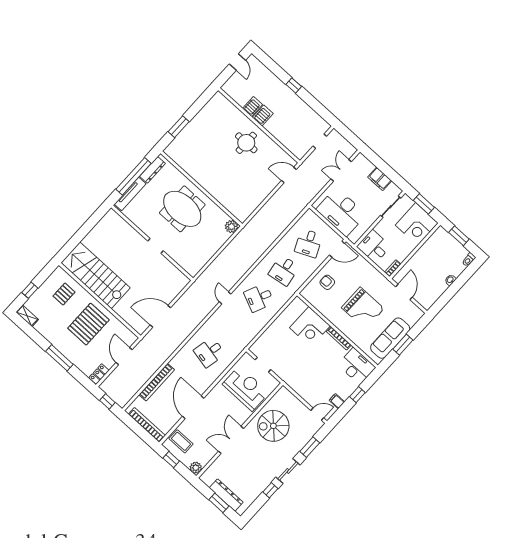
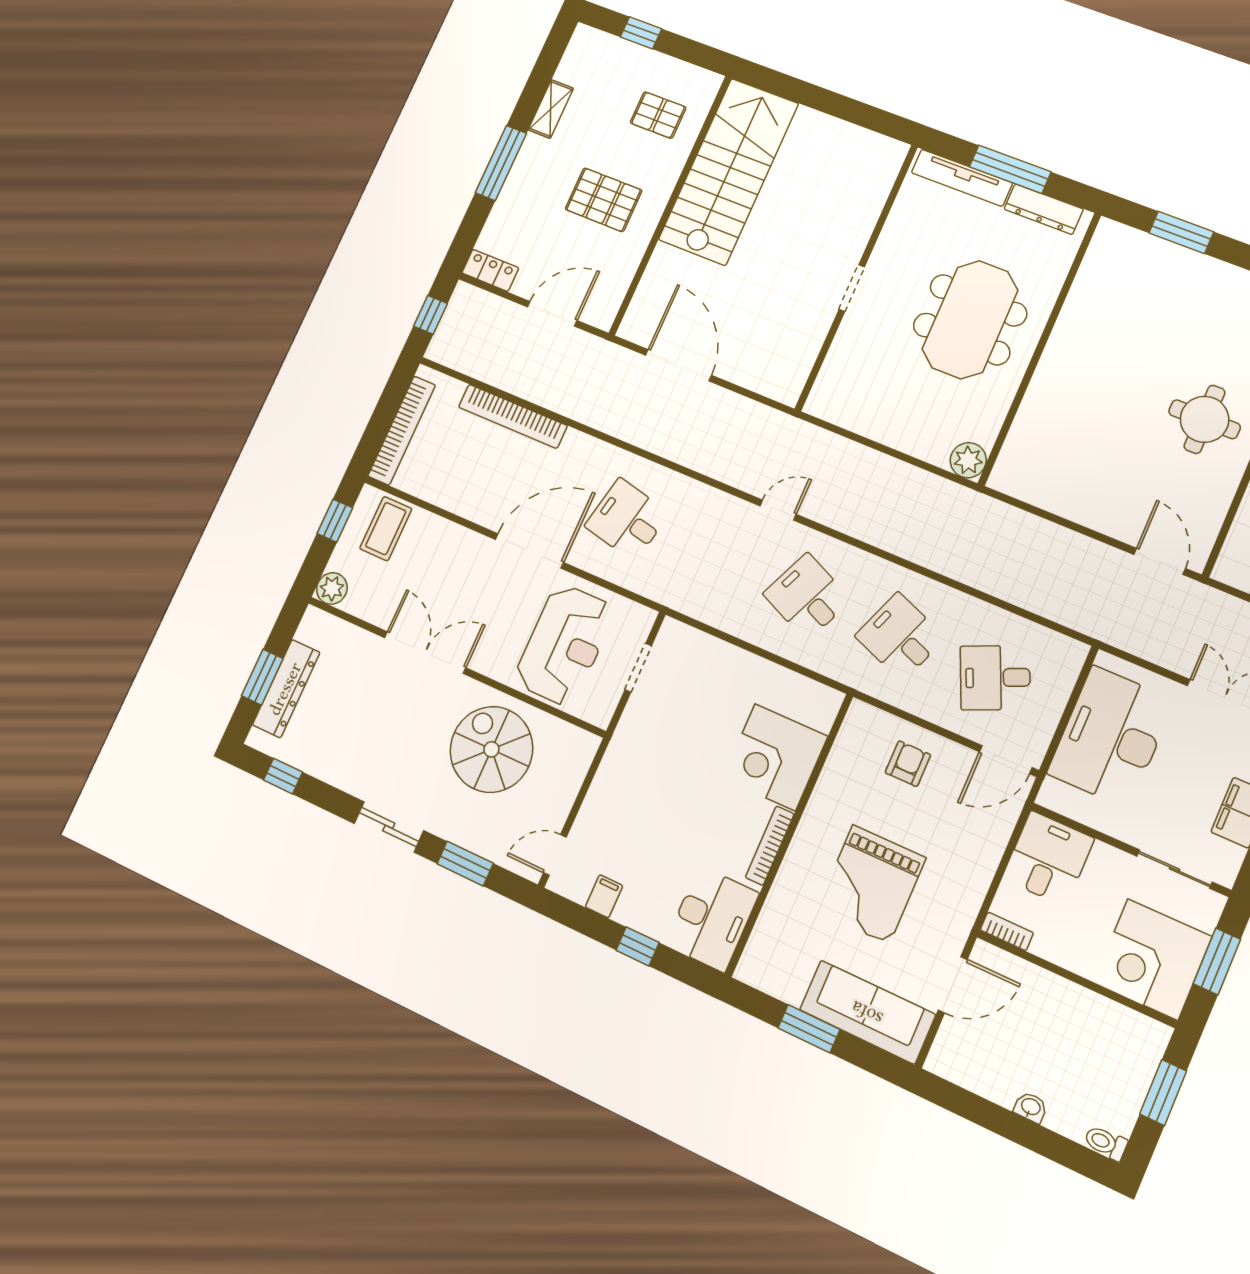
window: (133, 176) -> (1010, 169), width x0.68
door: (337, 249) -> (1006, 760), hinge flipped
desk: (284, 270) -> (900, 637), turned 30
shelving: (27, 316) -> (551, 109), moved
pallet: (88, 324) -> (604, 200), width x0.73, depth x0.71
sofa: (390, 338) -> (867, 1012), moved
door: (193, 407) -> (529, 551), moved
door: (317, 414) -> (555, 855), swing flipped
window: (270, 490) -> (283, 776), moved

